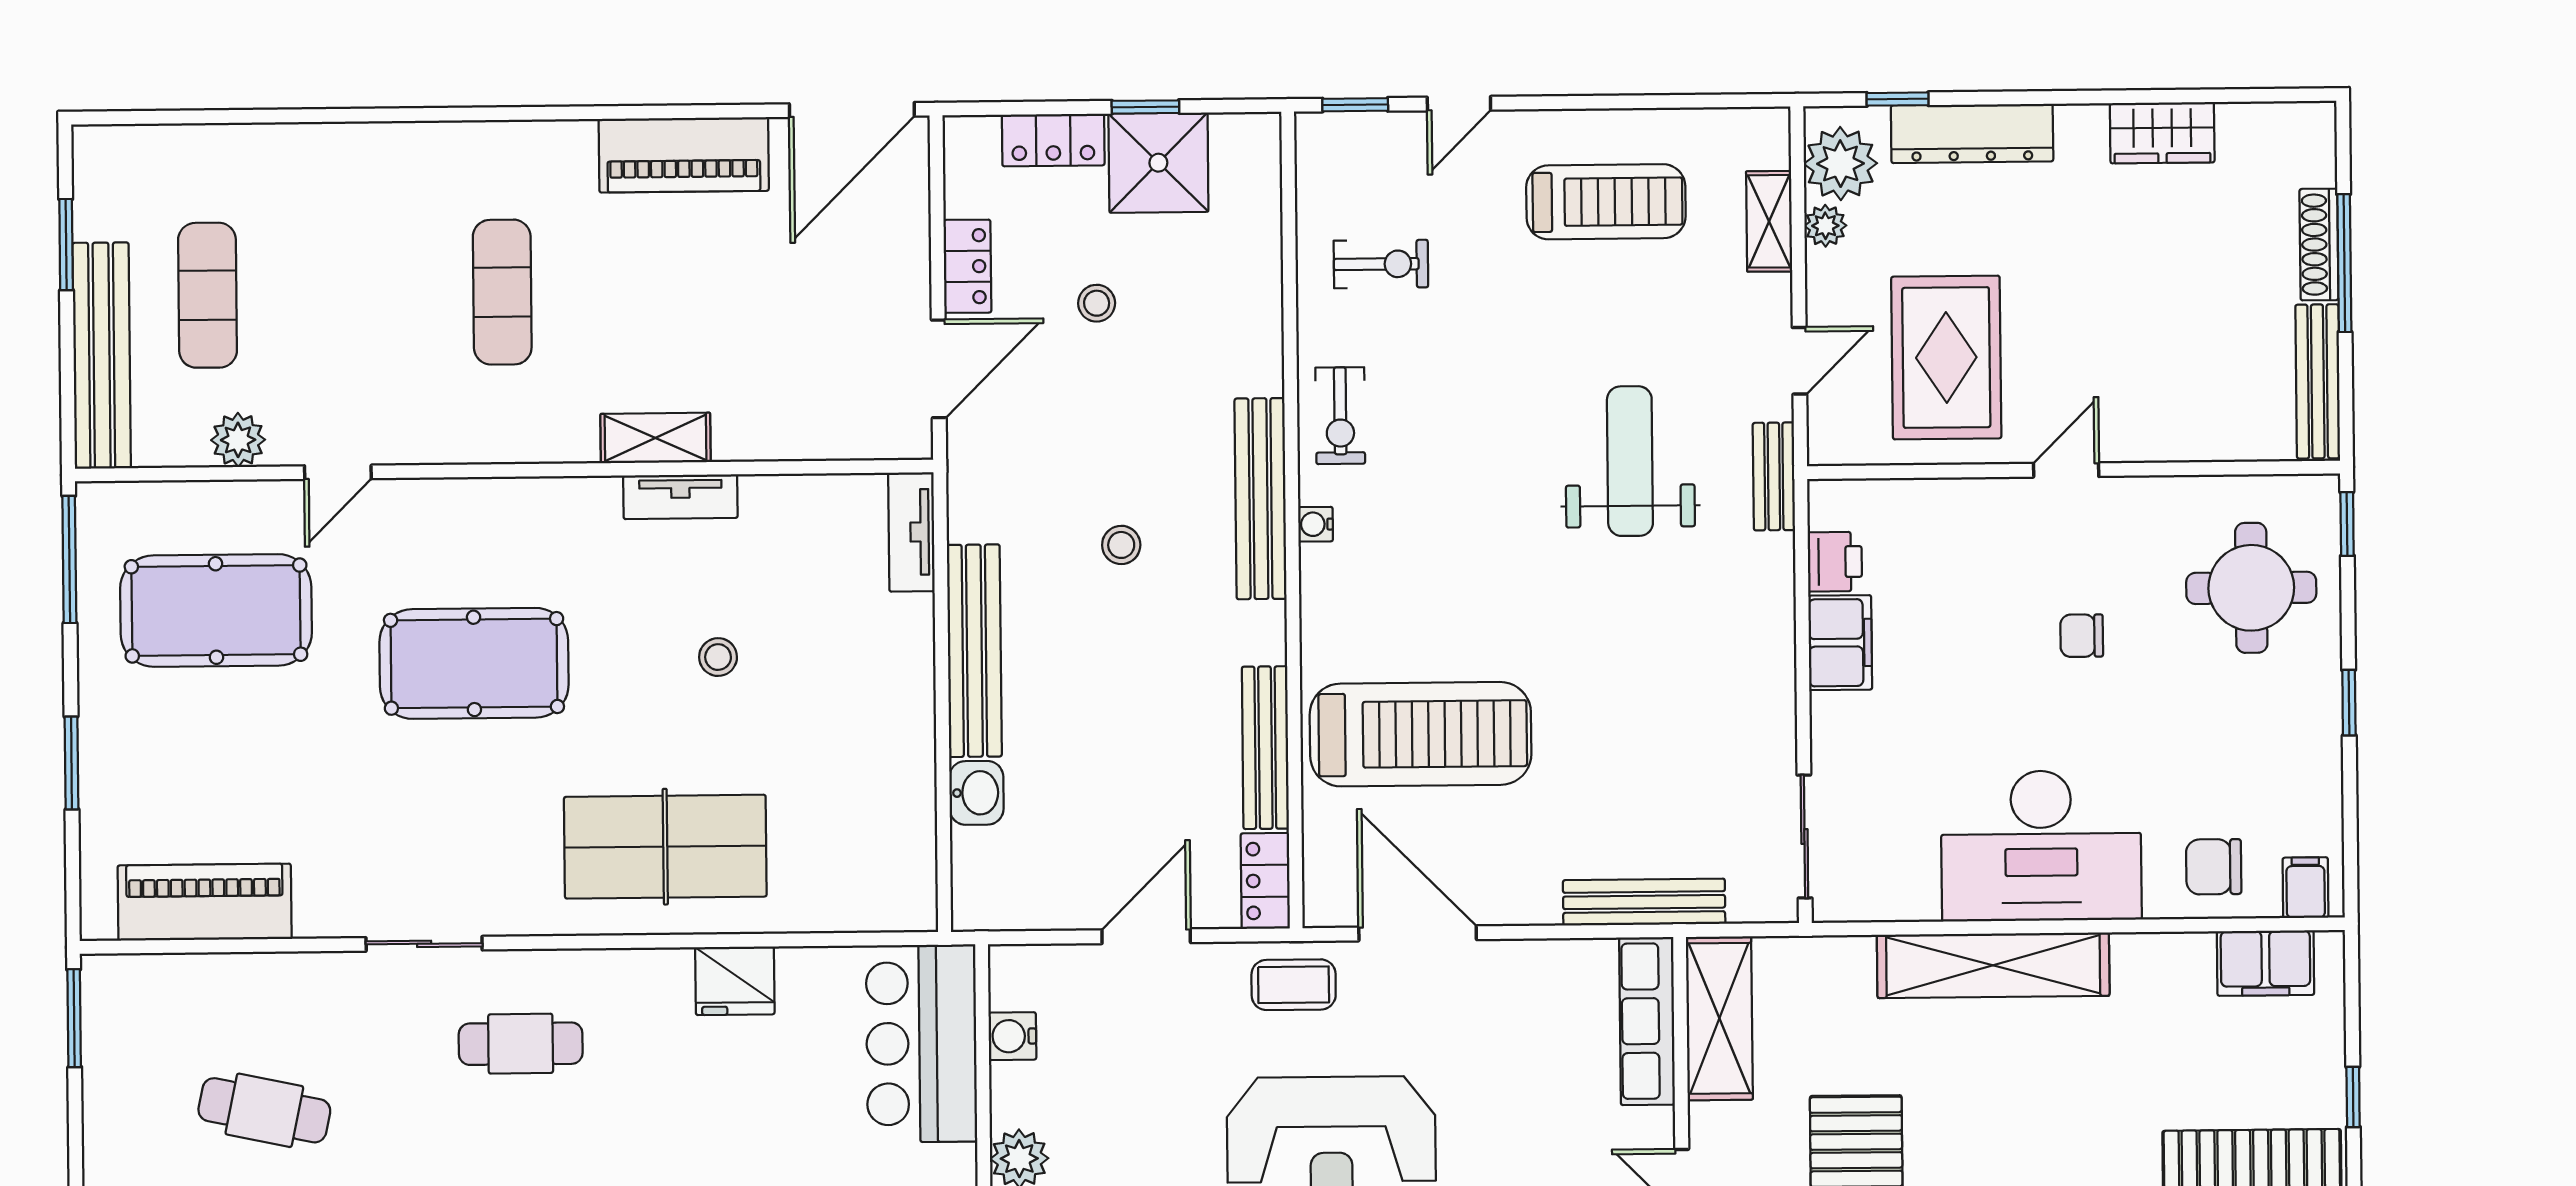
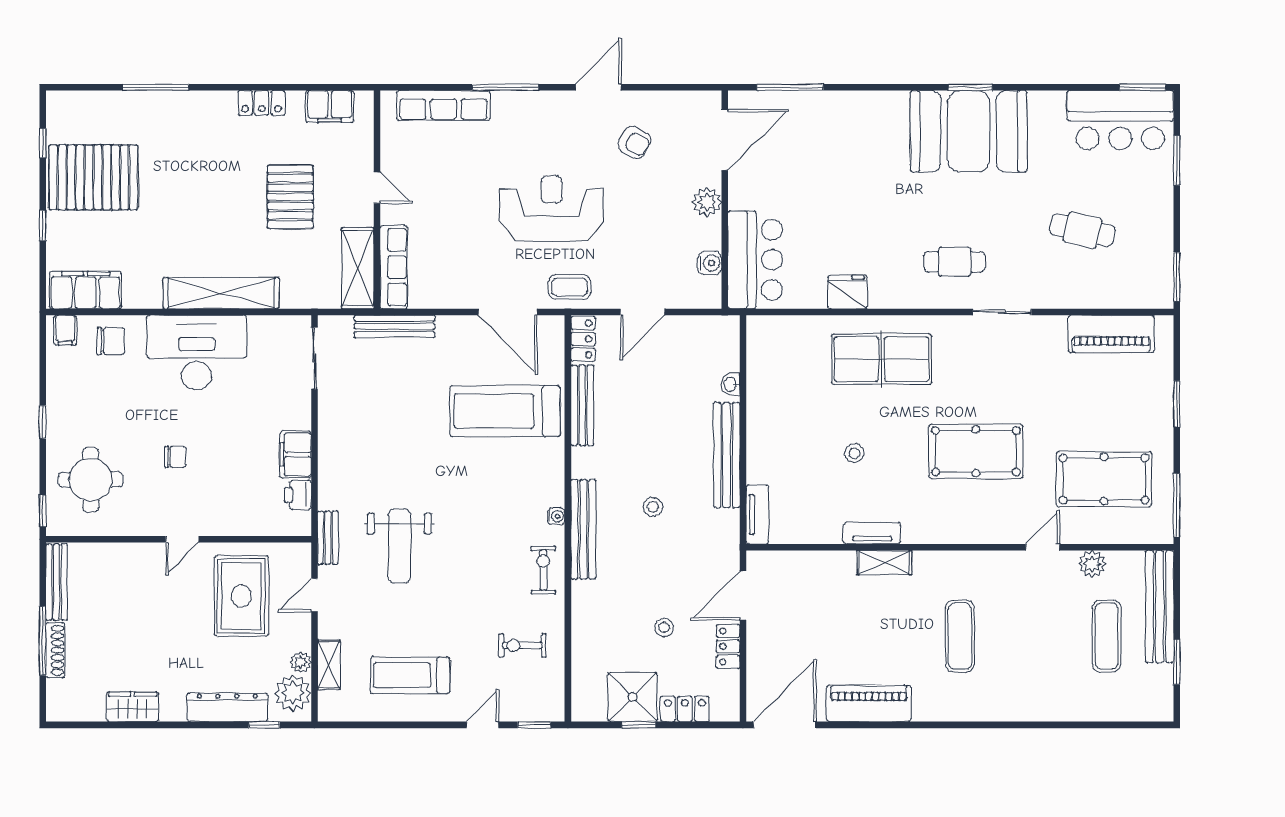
washbasin: (976, 793) -> (731, 384), width x0.72, depth x0.69
filing cabinet: (2265, 963) -> (86, 290), width x1.50, depth x1.17

